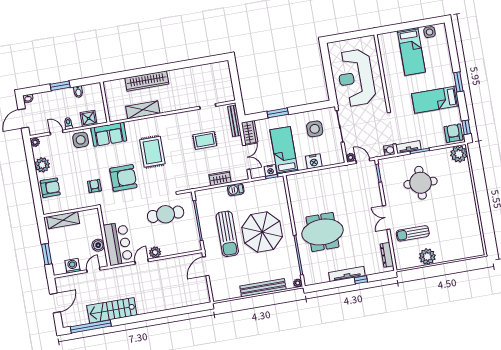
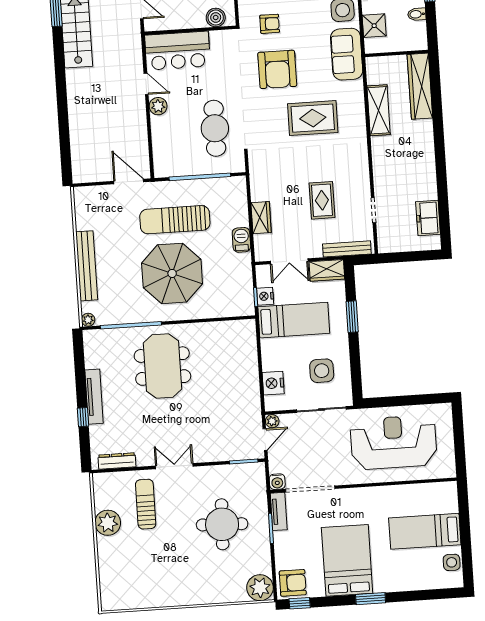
freezer: (209, 71) -> (428, 218), added
wardrobe: (147, 81) -> (420, 86), moved
bed: (435, 100) -> (347, 560), width x1.50
nightstand: (314, 161) -> (273, 383), moved
boiler: (98, 245) -> (216, 18), moved

